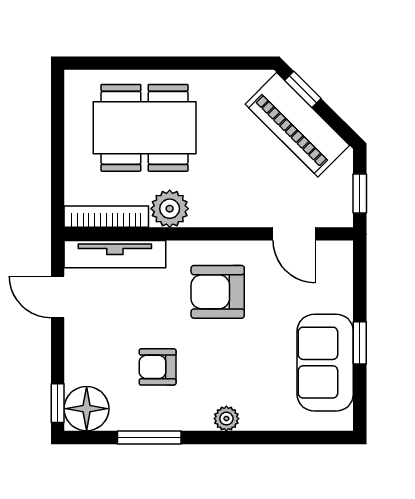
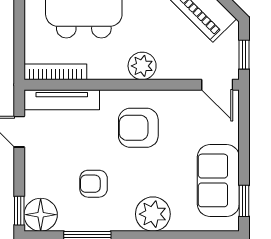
plant: (170, 209) -> (142, 66), moved
door: (294, 234) -> (217, 85), moved
window: (360, 343) -> (244, 201), moved
plant: (226, 419) -> (153, 214), width x1.87, depth x1.87

